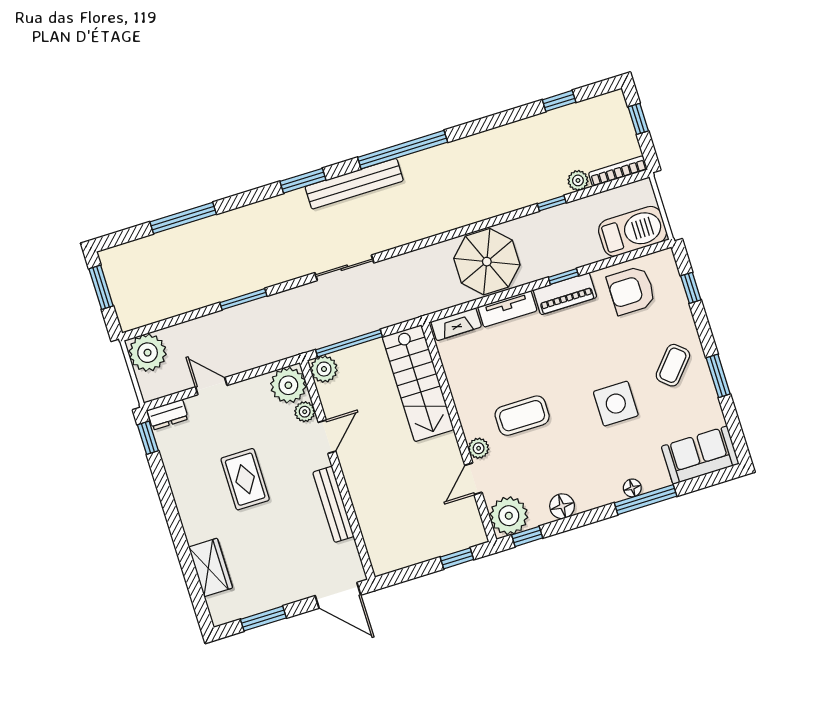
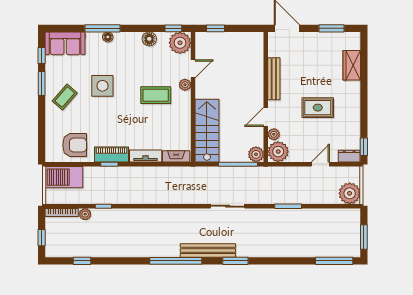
window: (183, 218) -> (334, 261), moved
parasol: (487, 262) -> (149, 185), removed
window: (691, 288) -> (42, 55), moved
door: (211, 386) -> (320, 164), swing flipped
rug: (245, 479) -> (318, 108), turned 90

